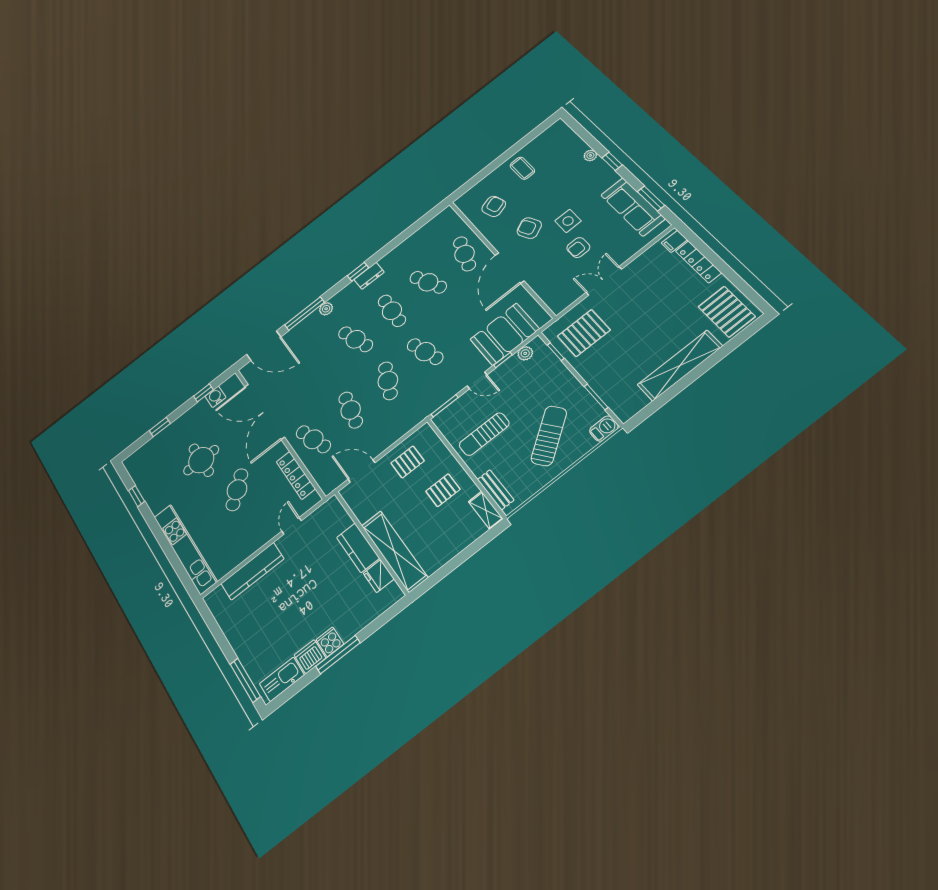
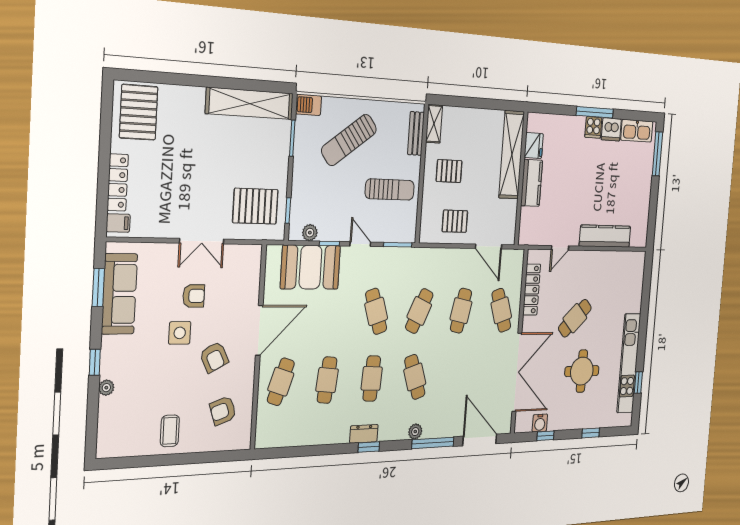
cafe table: (428, 282) -> (327, 380), turned 30
shelving: (680, 366) -> (250, 104), moved
kitchen unit: (185, 549) -> (629, 363), moved

